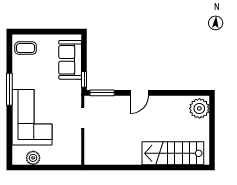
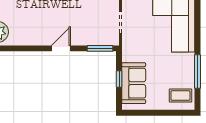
window: (84, 79) -> (119, 79), moved
window: (9, 89) -> (198, 71), moved

